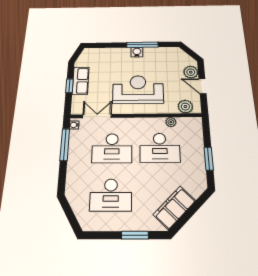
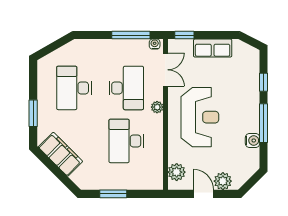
window: (110, 45) -> (264, 82), added
water cooler: (137, 52) -> (253, 140), moved
window: (69, 86) -> (184, 35), moved
door: (203, 86) -> (203, 194), hinge flipped
plant: (171, 122) -> (157, 107), moved
desk: (112, 148) -> (126, 88), turned 180

